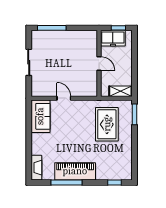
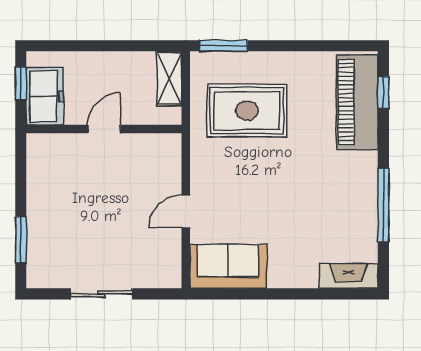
window: (52, 28) -> (21, 240), width x0.69
piano: (75, 171) -> (357, 102), moved

